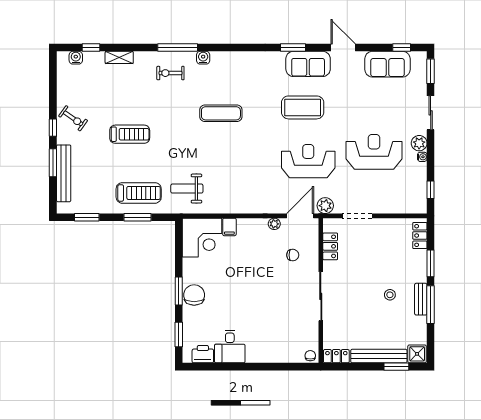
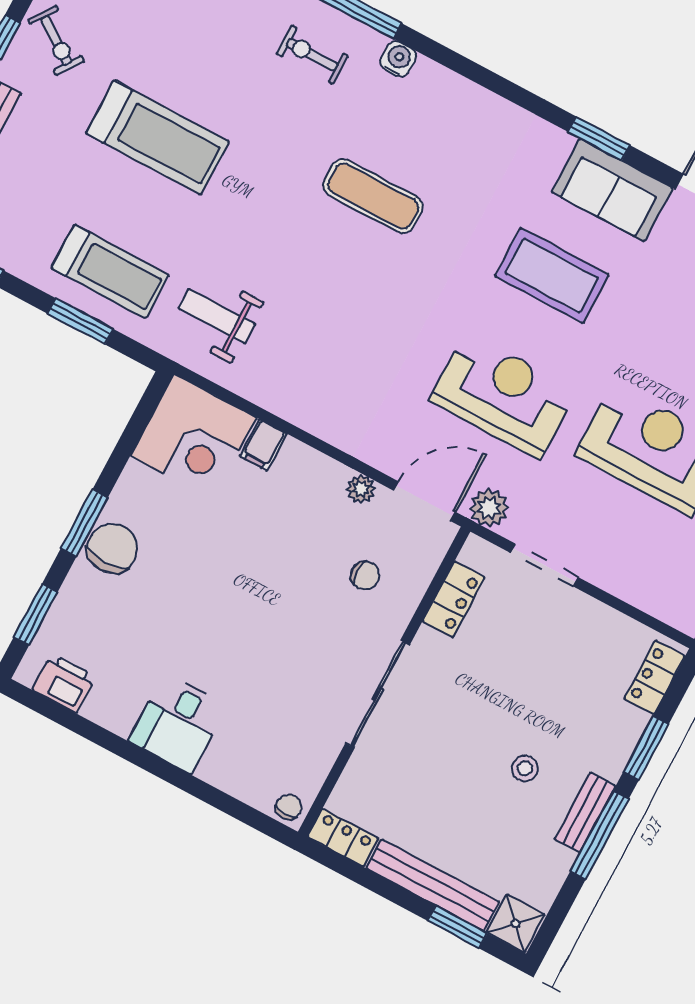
treadmill: (130, 134) -> (157, 137), width x1.37, depth x1.38
desk: (230, 347) -> (178, 724), moved

